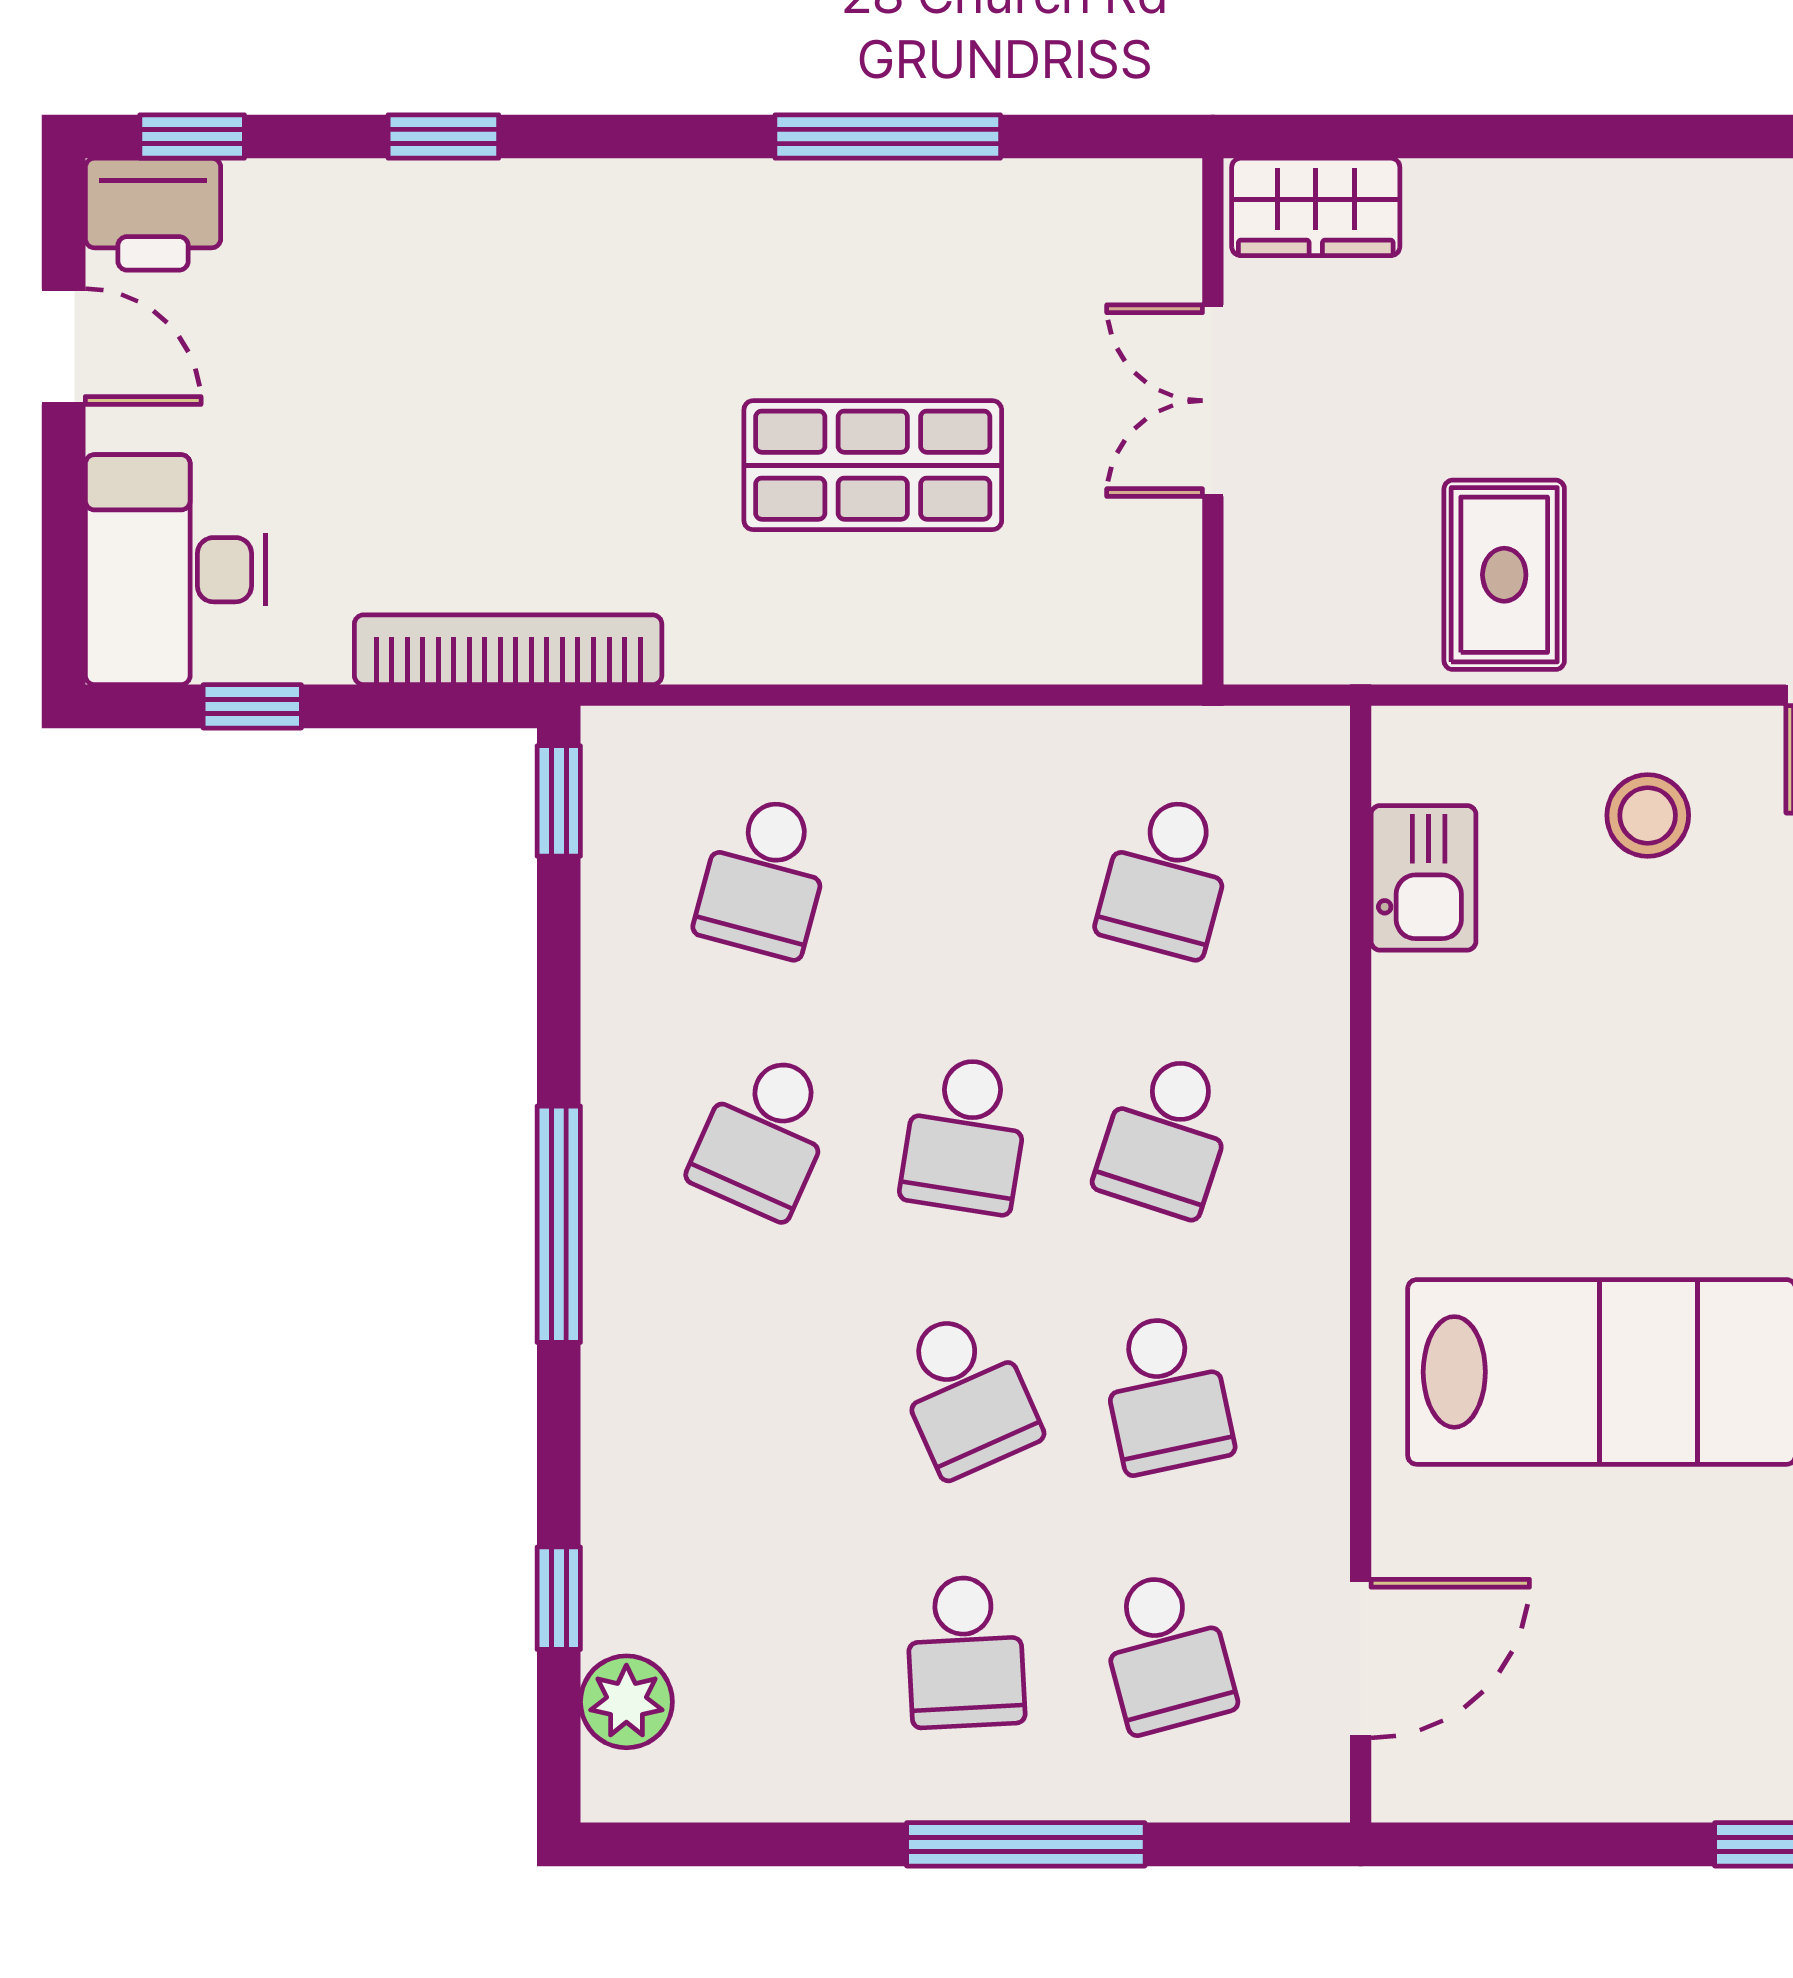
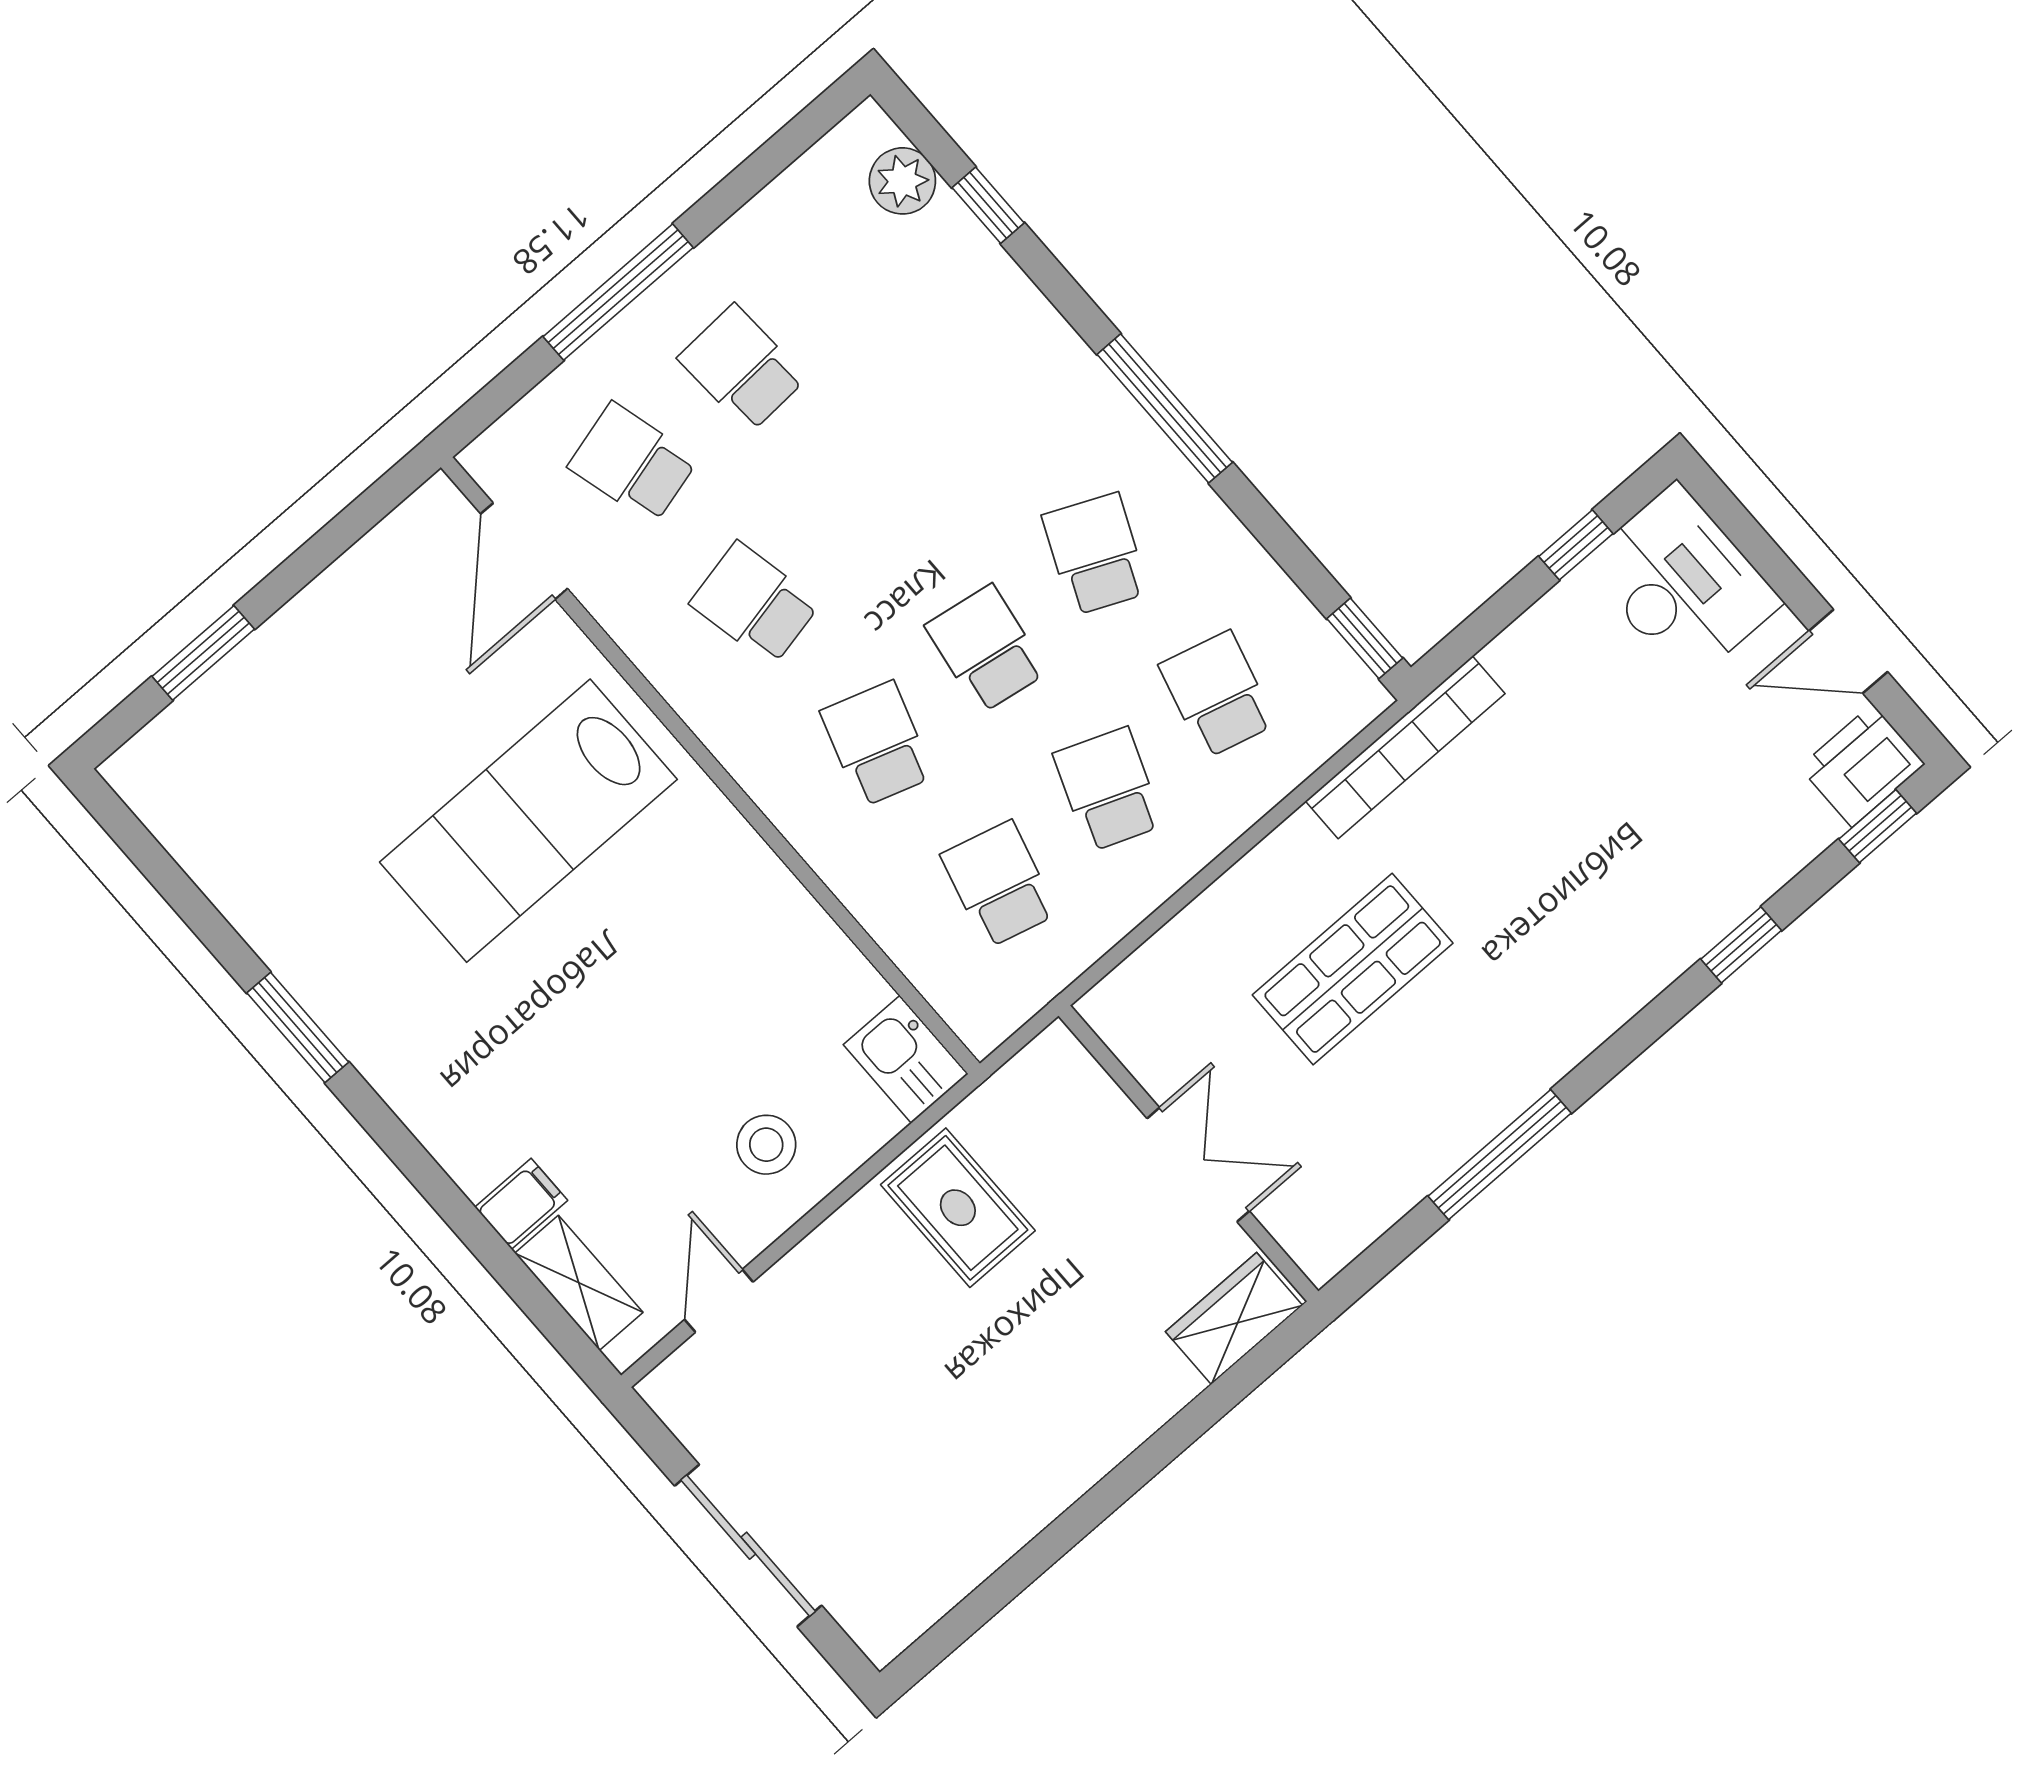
bookcase: (508, 650) -> (1405, 747), moved
kitchen sink: (1423, 878) -> (906, 1059), moved
school desk: (965, 1393) -> (1108, 789), moved, turned 45

